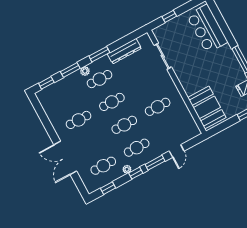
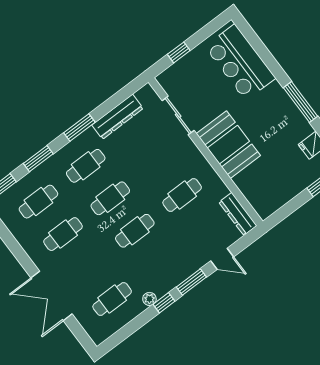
plant: (85, 71) -> (61, 157), removed
booth: (207, 107) -> (228, 145), moved
dresser: (191, 124) -> (238, 214), added
cafe table: (137, 148) -> (38, 202), moved
door: (177, 151) -> (222, 259), hinge flipped
window: (108, 188) -> (125, 333), removed

